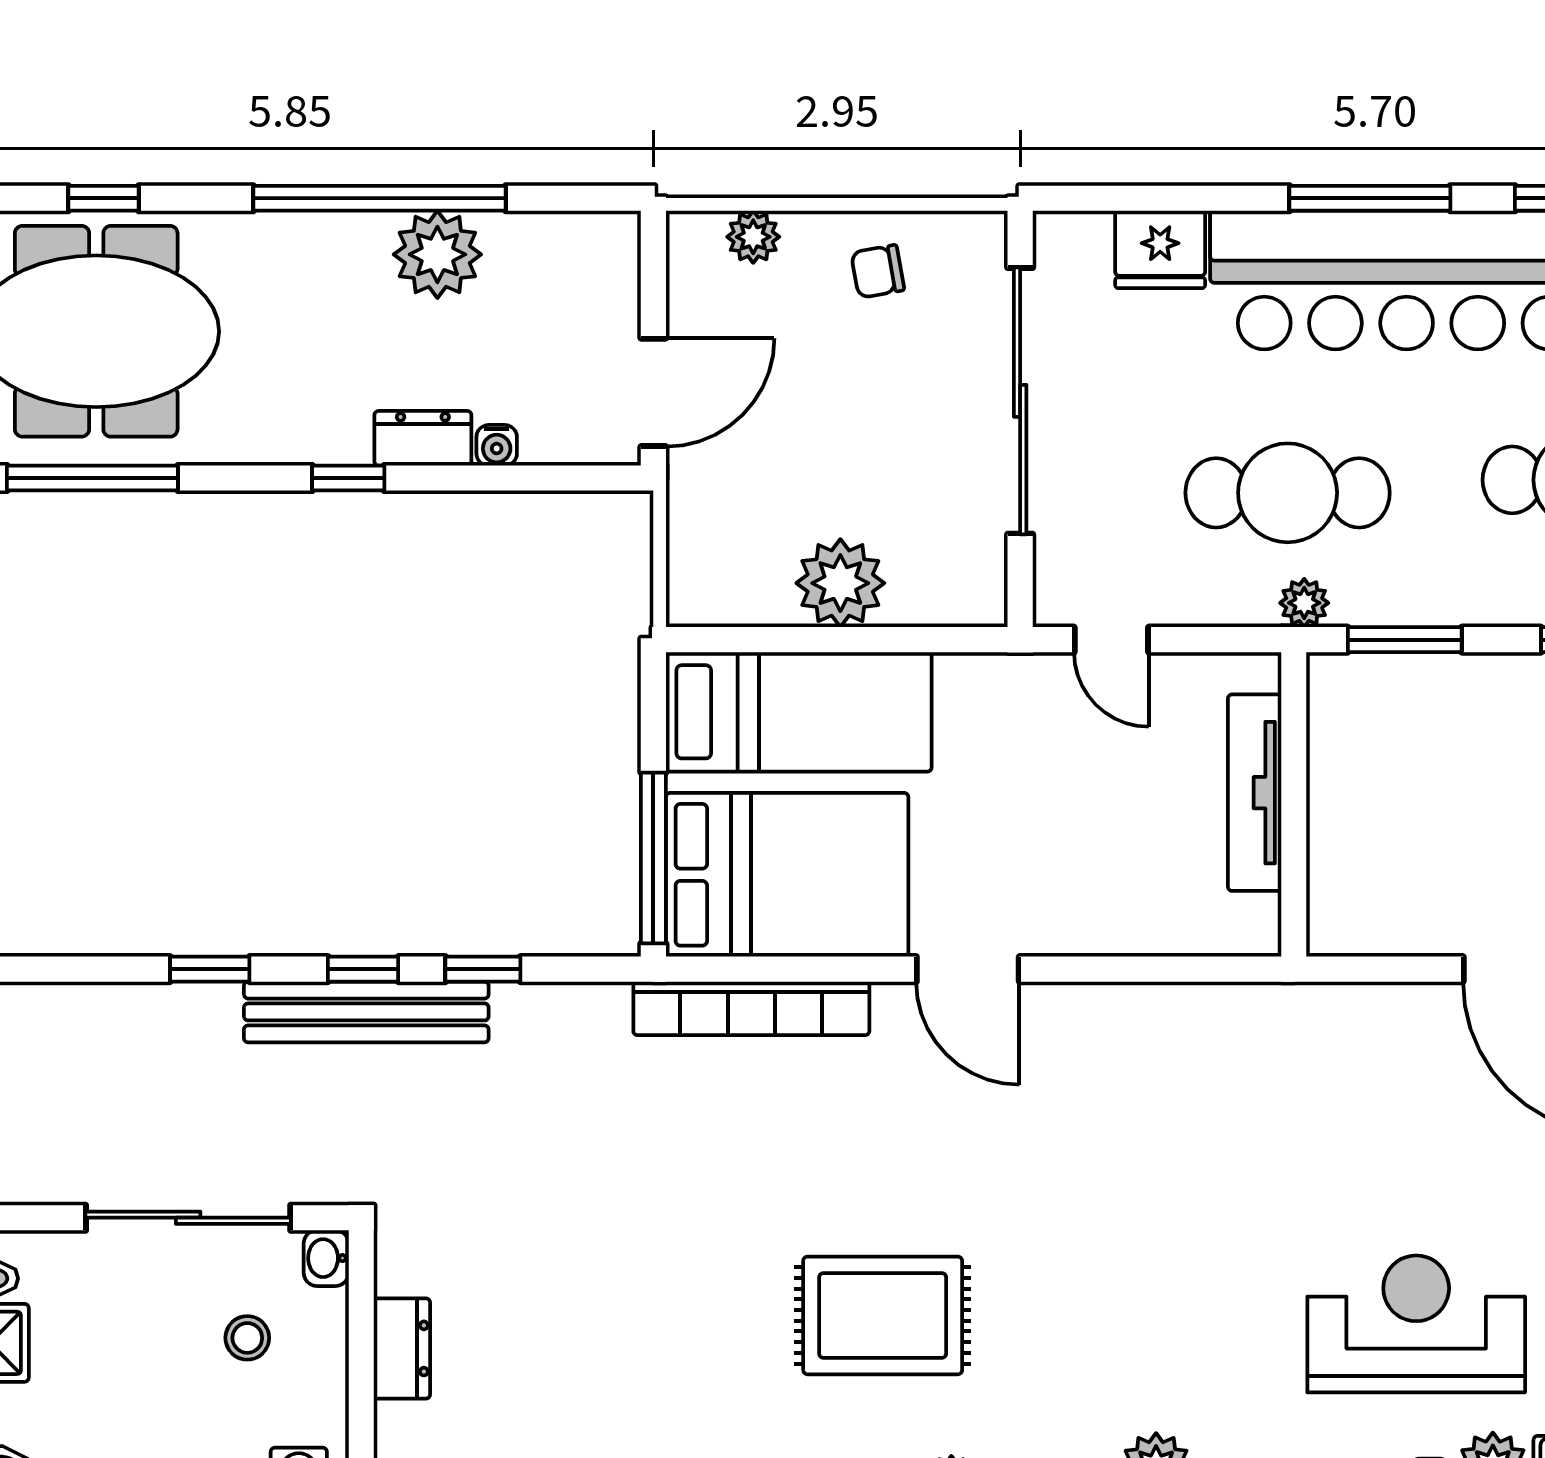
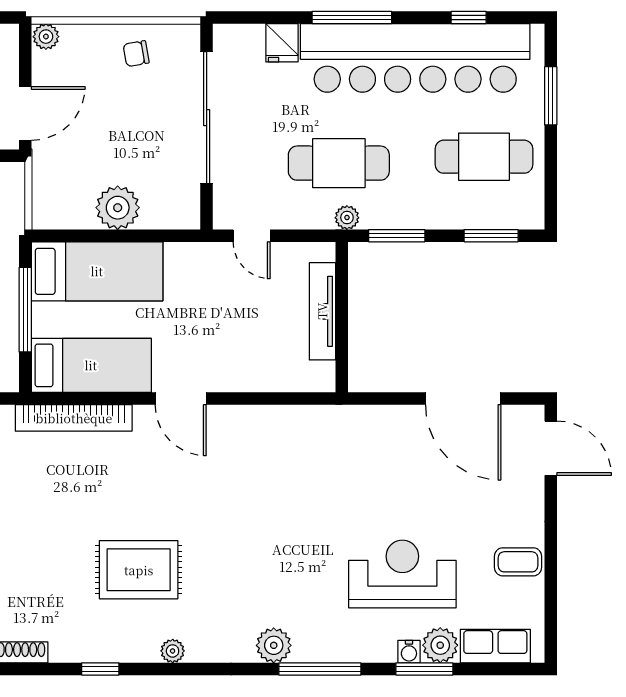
window: (1370, 198) -> (352, 17), moved
plant: (753, 237) -> (46, 37), moved
fridge: (1160, 249) -> (282, 43), width x0.72
window: (653, 858) -> (25, 310), moved
bed: (787, 875) -> (91, 365), width x0.67

